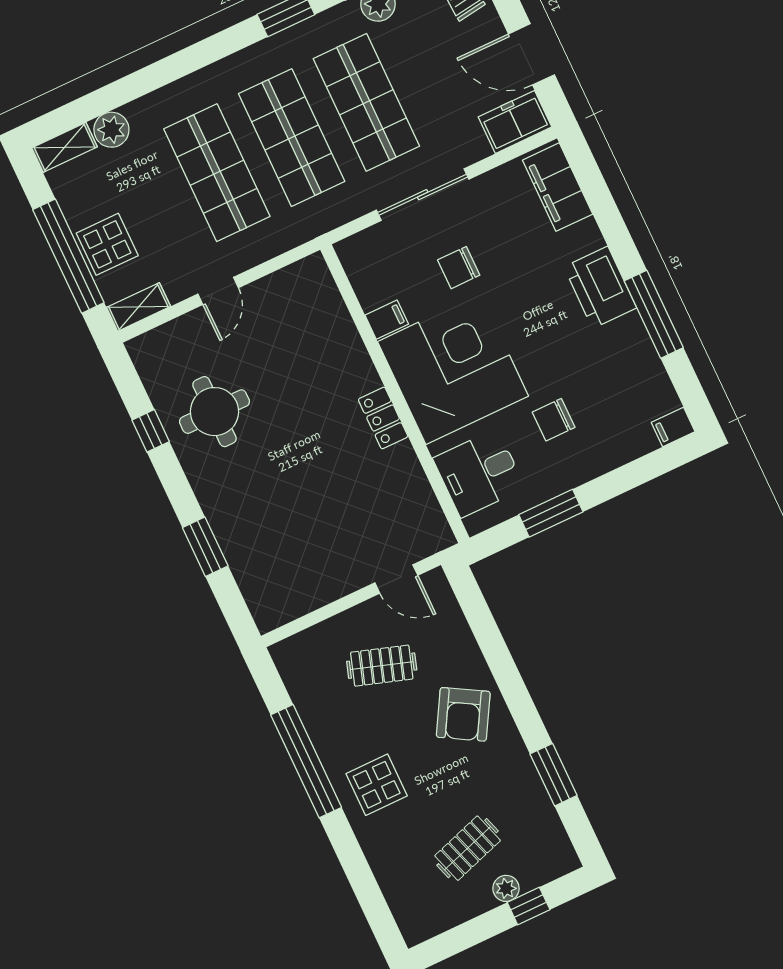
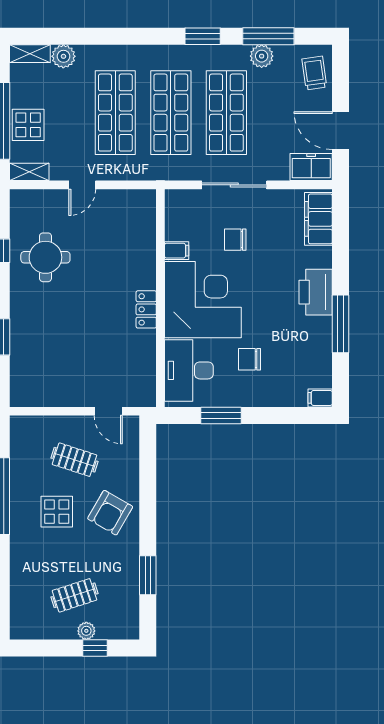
desk: (479, 473) -> (189, 370), width x1.37
display table: (377, 785) -> (57, 512), moved

